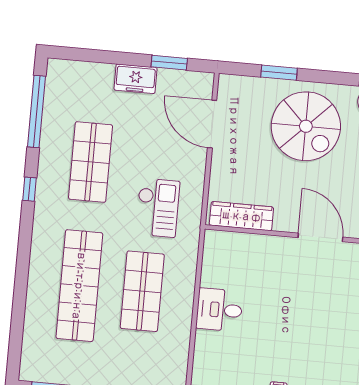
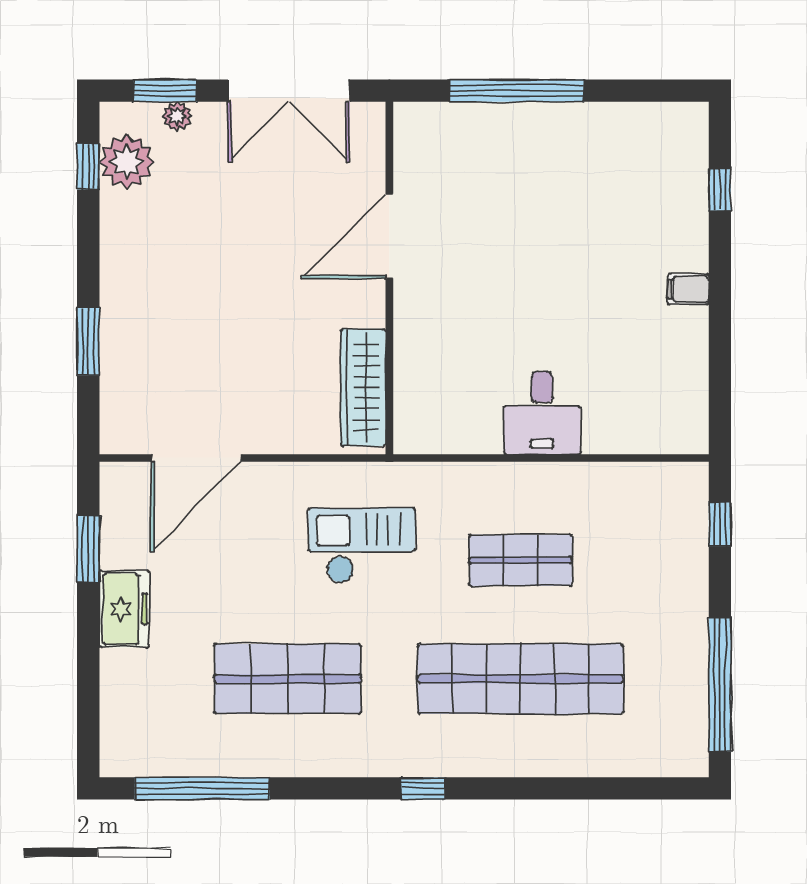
spiral stairs: (306, 126) -> (184, 282), removed
window: (30, 189) -> (423, 788), moved
shop shelf: (142, 291) -> (521, 560), width x0.70, depth x0.74

